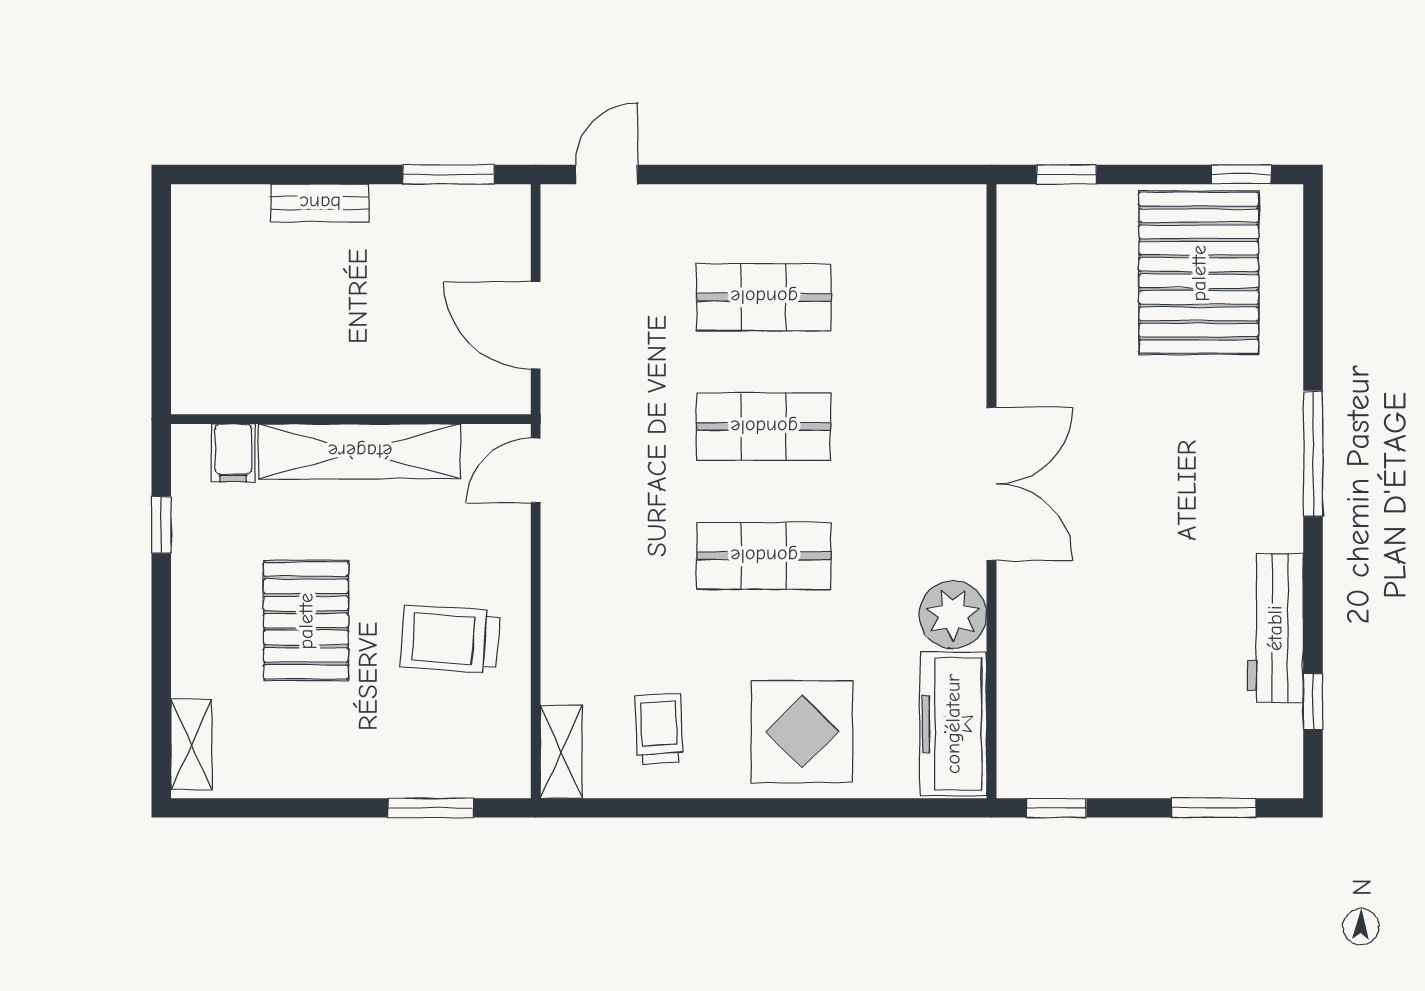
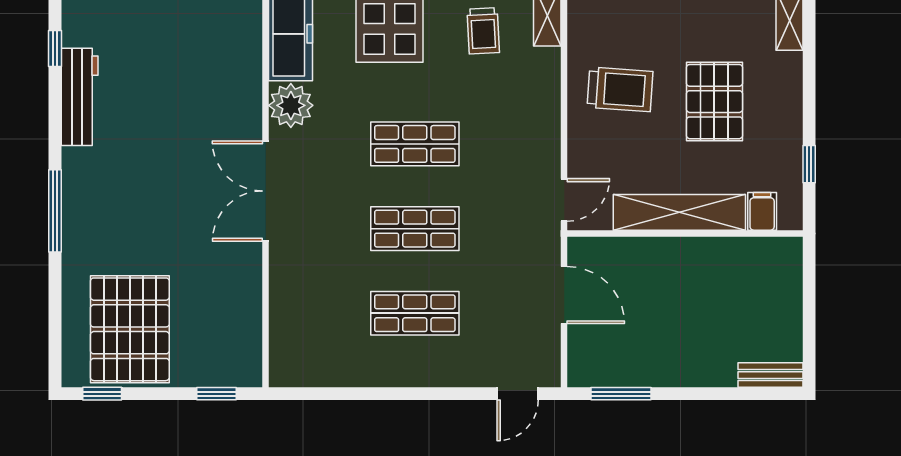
bench: (320, 203) -> (771, 375), moved

